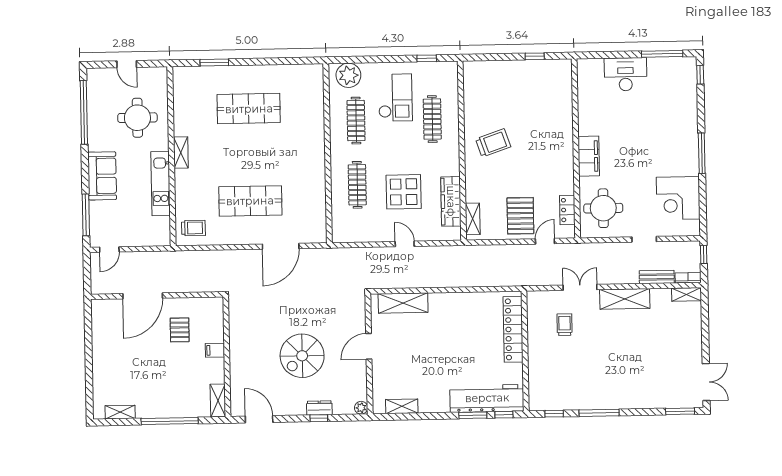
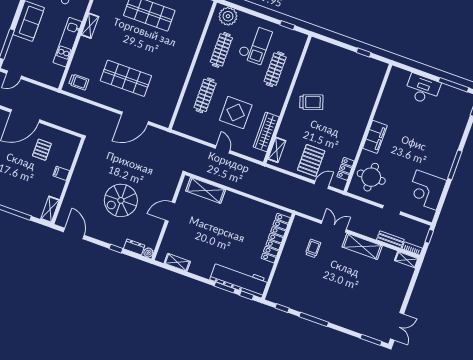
dresser: (319, 408) -> (134, 247), moved

